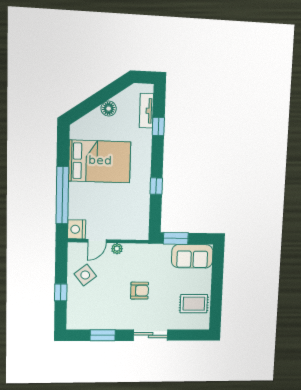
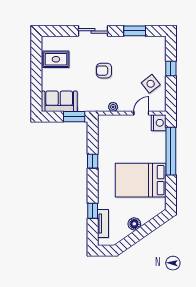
plant: (117, 249) -> (113, 107), moved

